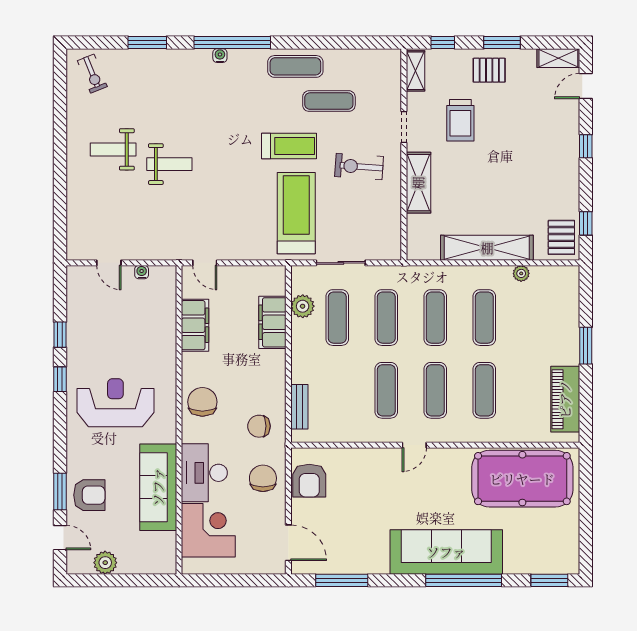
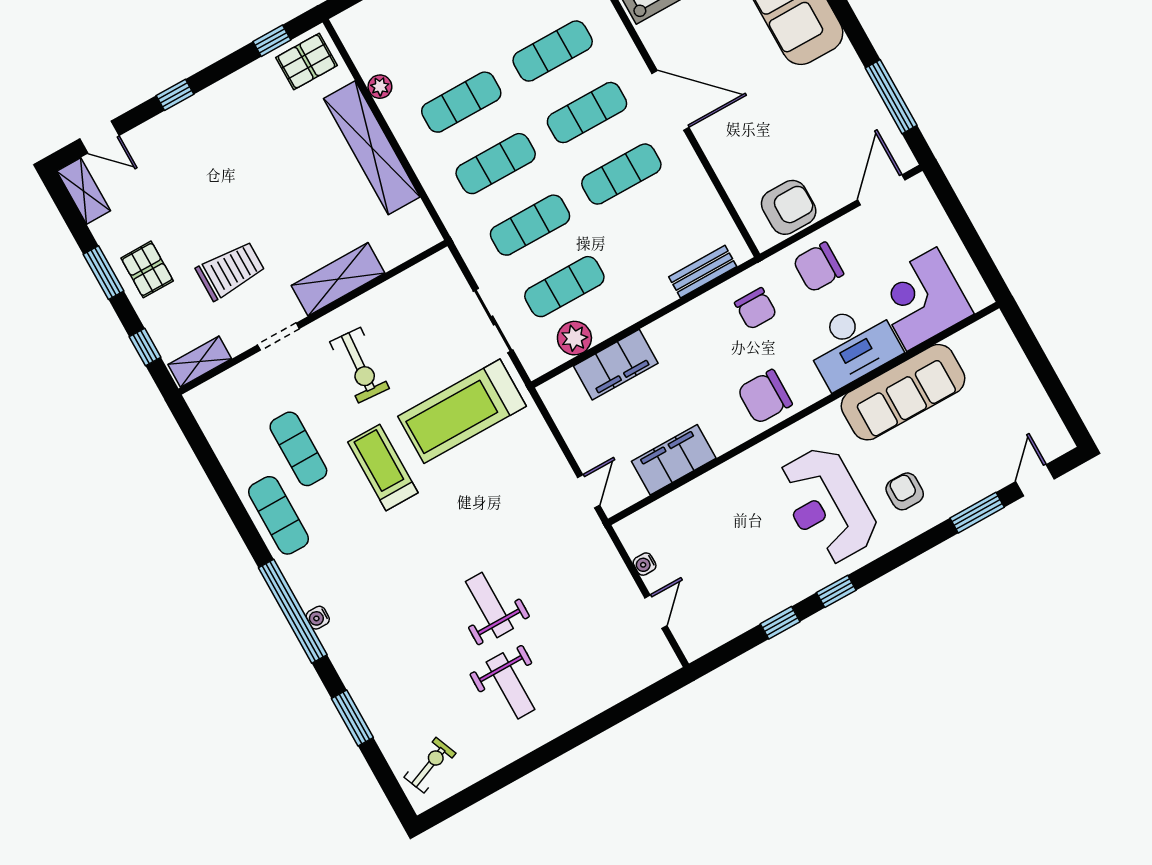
door: (414, 445) -> (670, 100), width x1.87
armchair: (89, 495) -> (905, 491), moved, width x0.72, depth x0.72
plant: (105, 563) -> (1035, 406), removed

